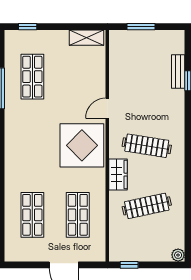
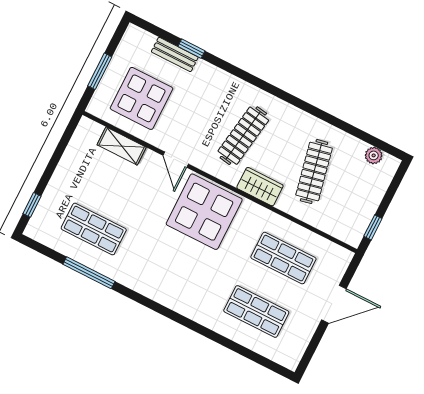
shelving: (86, 38) -> (122, 146), moved, turned 90
display table: (137, 64) -> (141, 98), added
plant: (178, 255) -> (374, 155), moved

